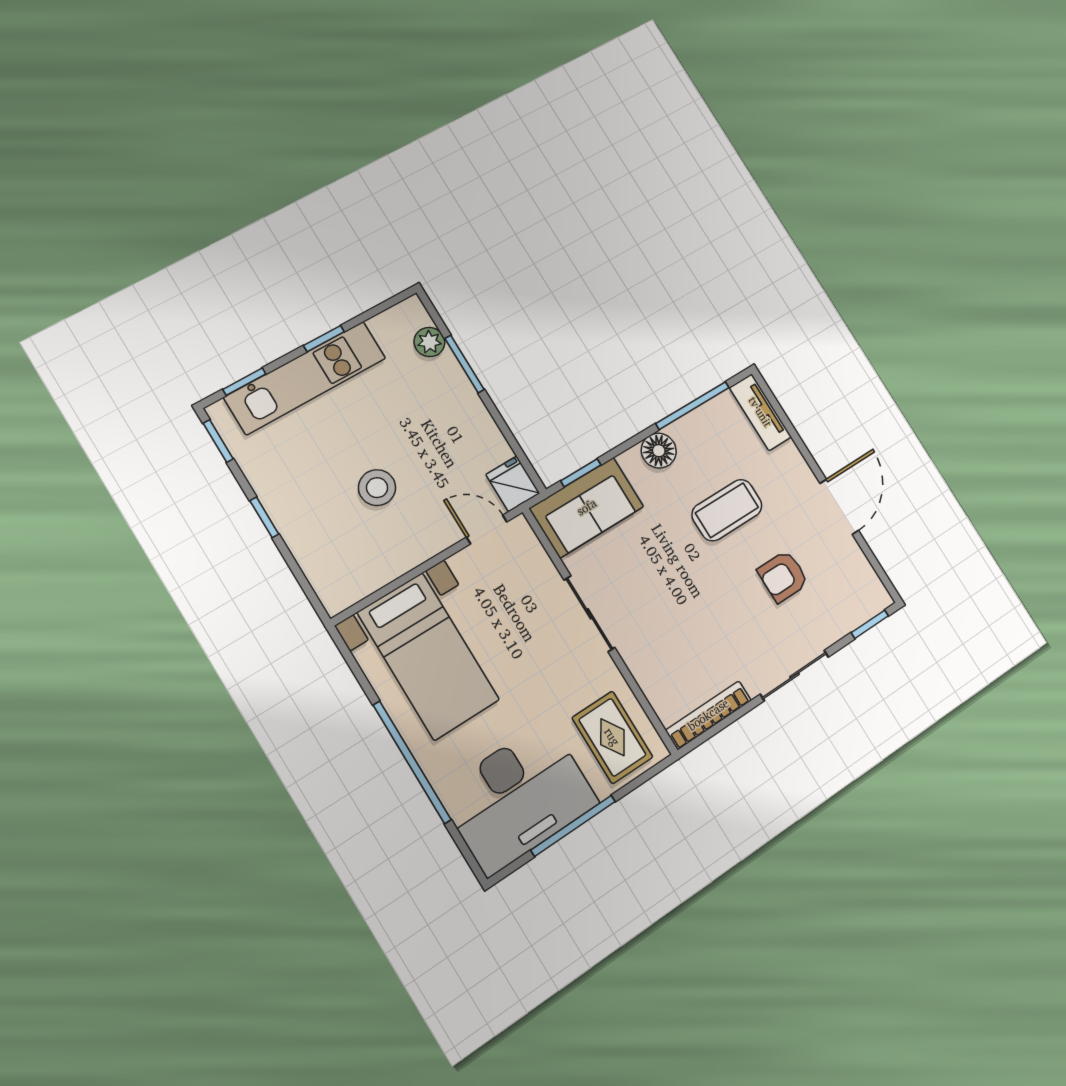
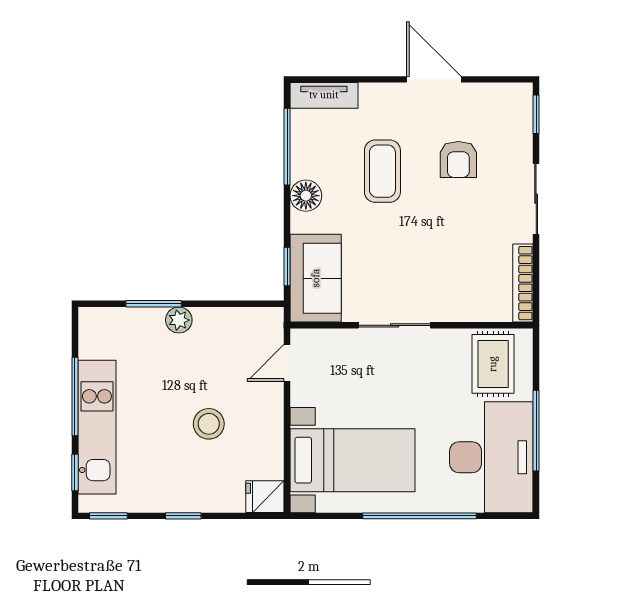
window: (324, 339) -> (75, 397), width x2.17
plant: (429, 342) -> (179, 320), moved
fridge: (513, 484) -> (265, 497), moved
rug: (612, 737) -> (493, 364), turned 90

